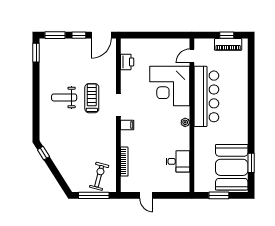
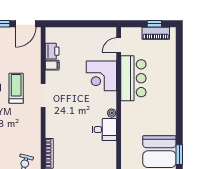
corner desk: (170, 86) -> (101, 76), width x0.74, depth x0.74
bar counter: (206, 96) -> (133, 78), width x0.73
filing cabinet: (127, 125) -> (52, 65), moved
desk: (178, 161) -> (104, 130), moved

